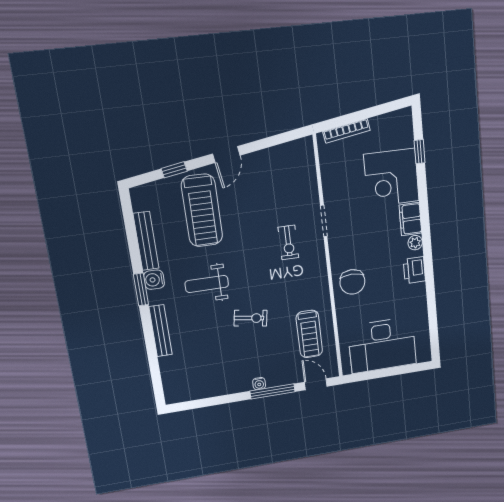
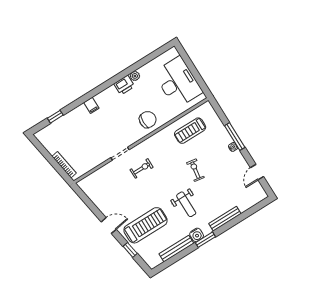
corner desk: (392, 178) -> (77, 126), removed
filing cabinet: (410, 219) -> (91, 105), width x0.50
plant: (415, 243) -> (135, 76), moved
treadmill: (309, 334) -> (190, 131), turned 180
door: (316, 384) -> (257, 172), moved

